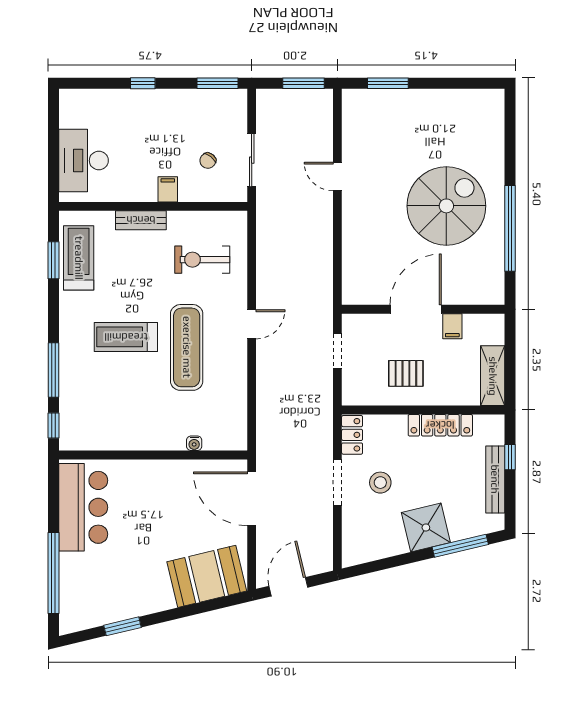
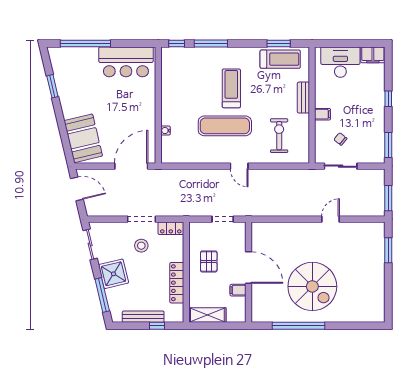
filing cabinet: (72, 108) -> (373, 55), added
sliding door: (378, 565) -> (90, 244), added

